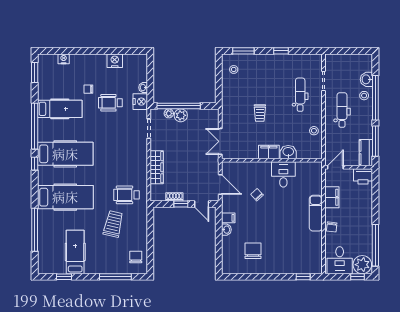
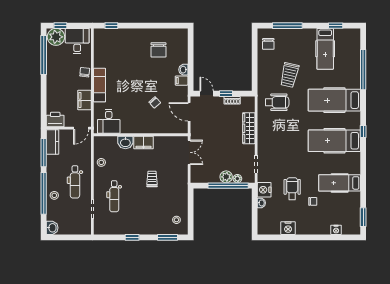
washbasin: (366, 79) -> (52, 228), moved
wheelchair: (110, 103) -> (292, 189), turned -90
window: (35, 126) -> (363, 167), removed
desk: (283, 174) -> (109, 121), moved

